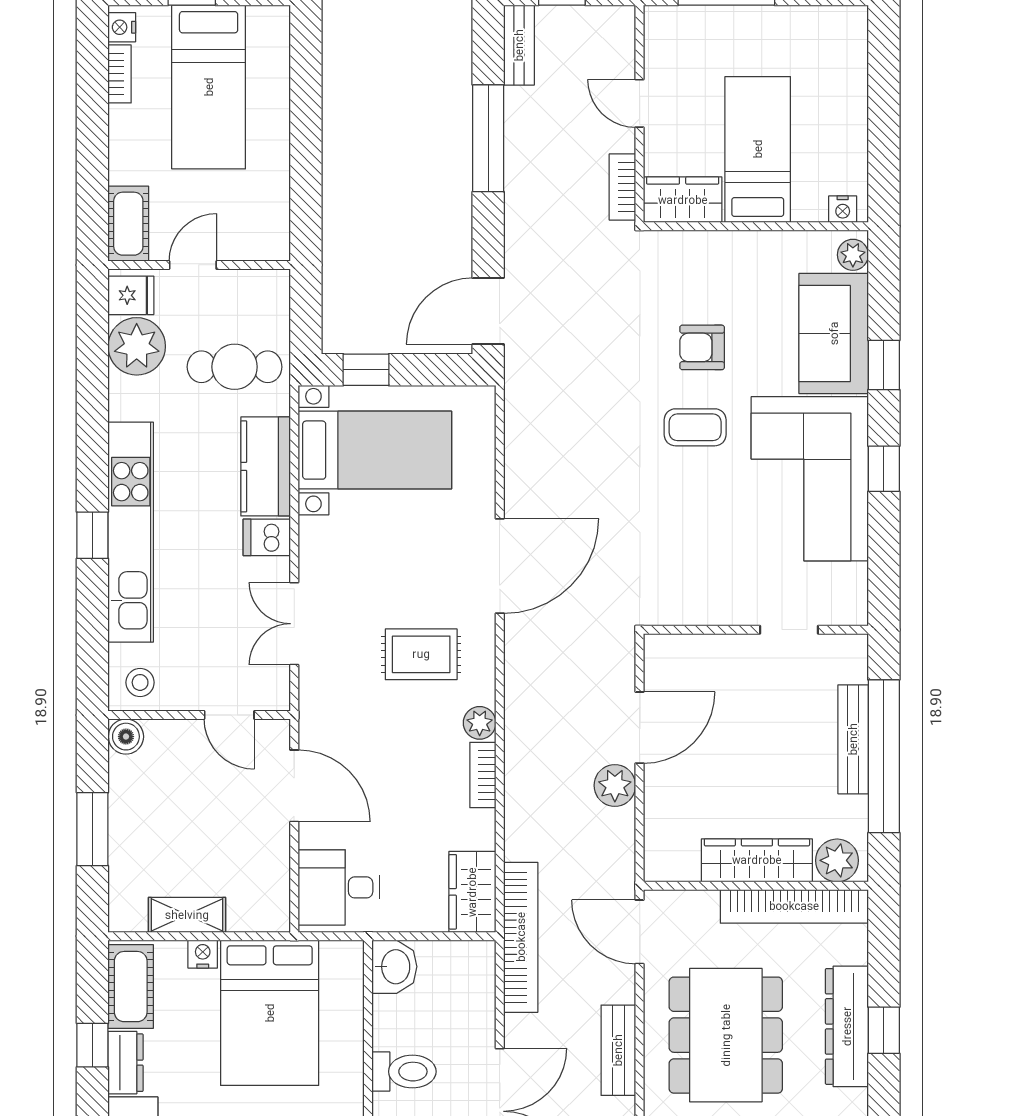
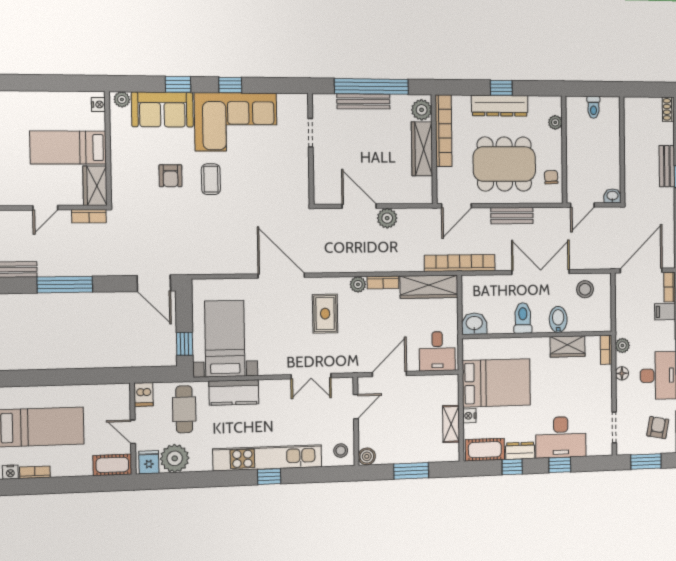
dishwasher: (267, 537) -> (144, 394), moved
wardrobe: (472, 892) -> (429, 287), width x1.50

